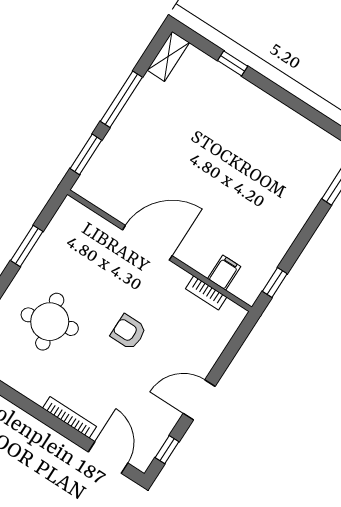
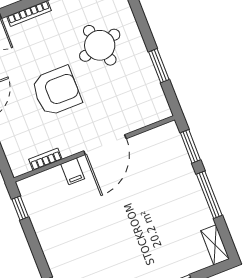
filing cabinet: (224, 273) -> (73, 171), moved
armchair: (128, 332) -> (56, 91), width x1.88, depth x1.88

